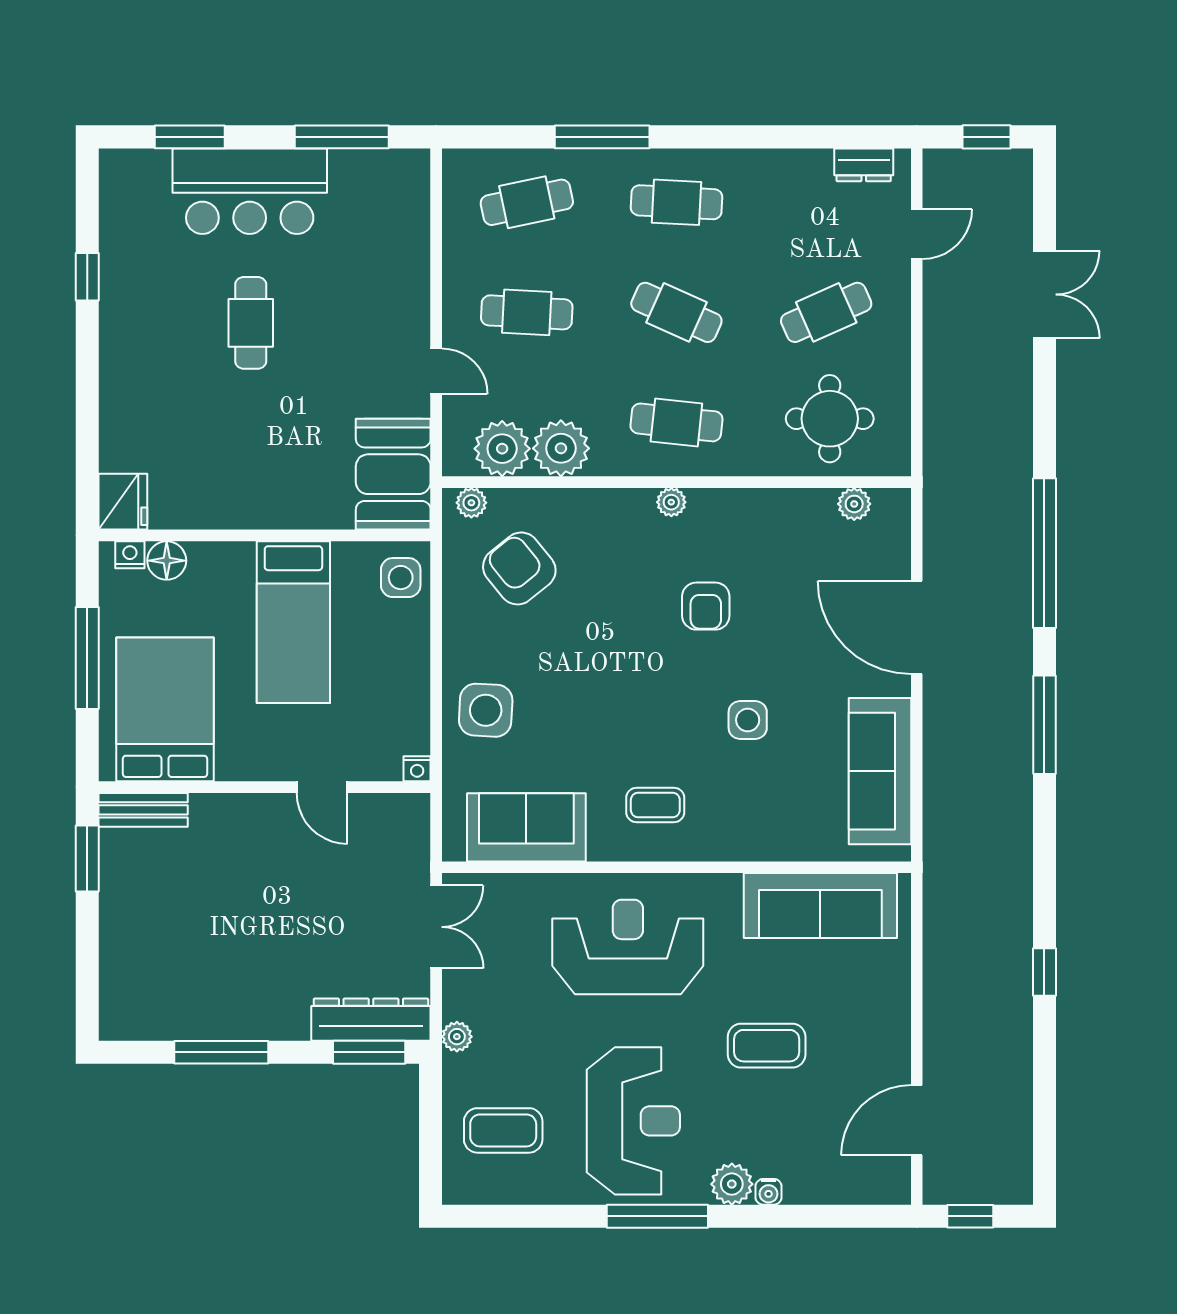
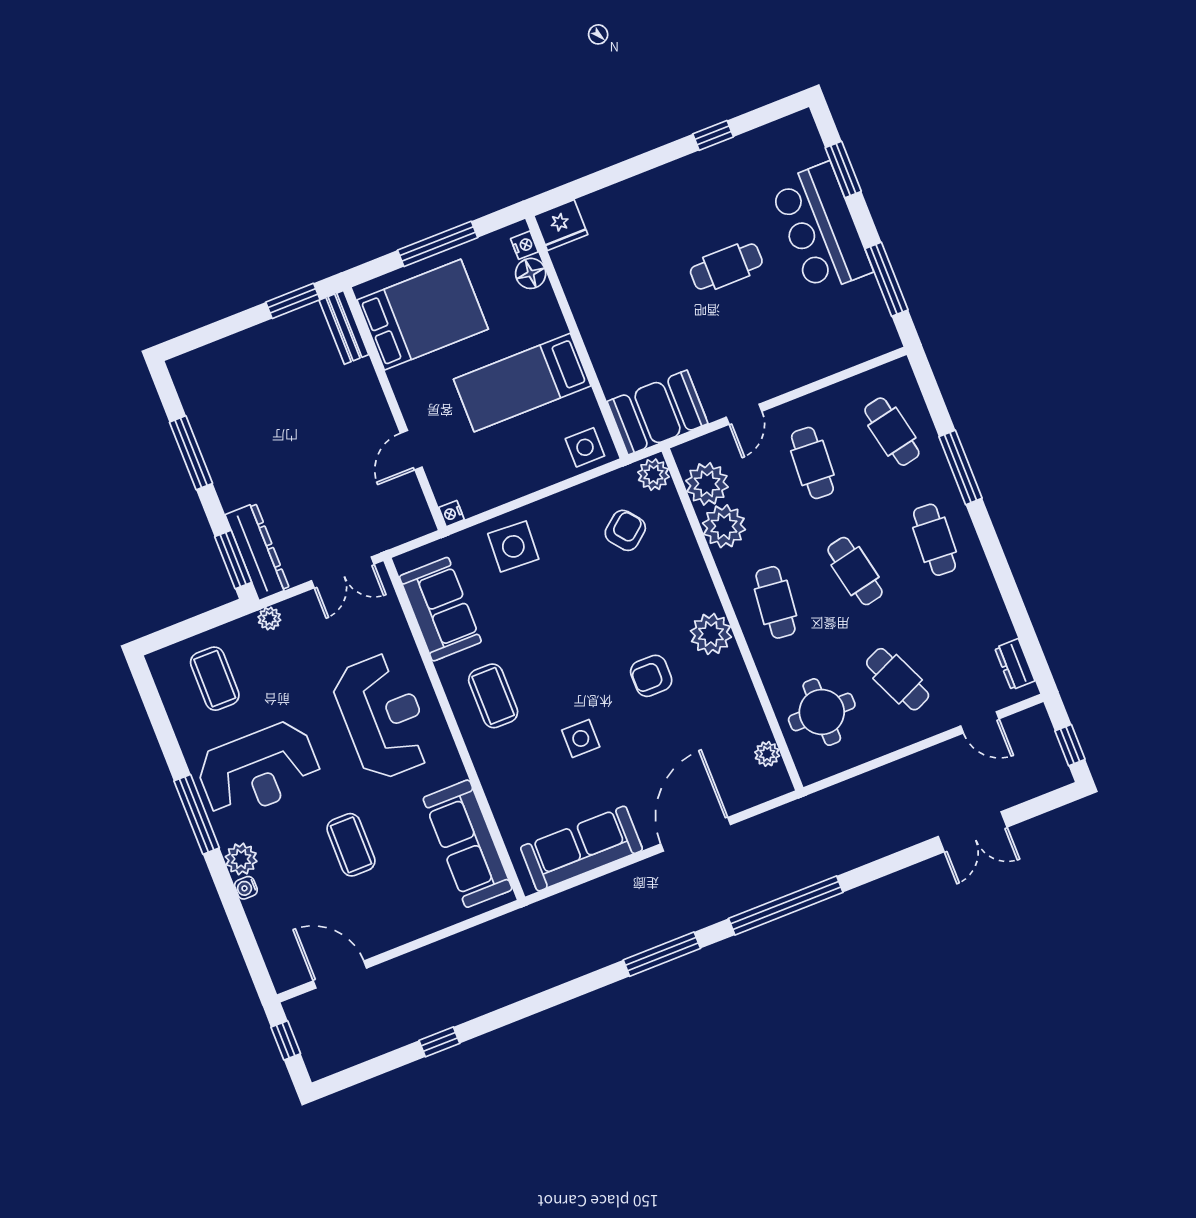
cafe table: (676, 312) -> (855, 571), turned -36
plant: (671, 502) -> (711, 634), width x1.88, depth x1.88
plant: (471, 503) -> (653, 475), width x1.38, depth x1.38
armchair: (519, 568) -> (625, 530), width x0.72, depth x0.72
coffee table: (655, 805) -> (493, 696), width x1.36, depth x1.30
window: (1044, 972) -> (439, 1042), moved

